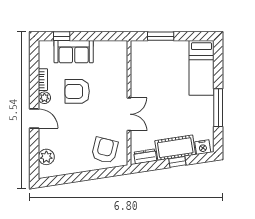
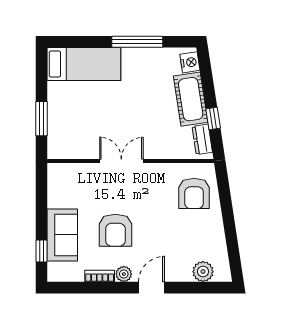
double door: (129, 114) -> (121, 161), moved
armchair: (105, 150) -> (194, 193), turned -104
window: (177, 162) -> (213, 118), moved

